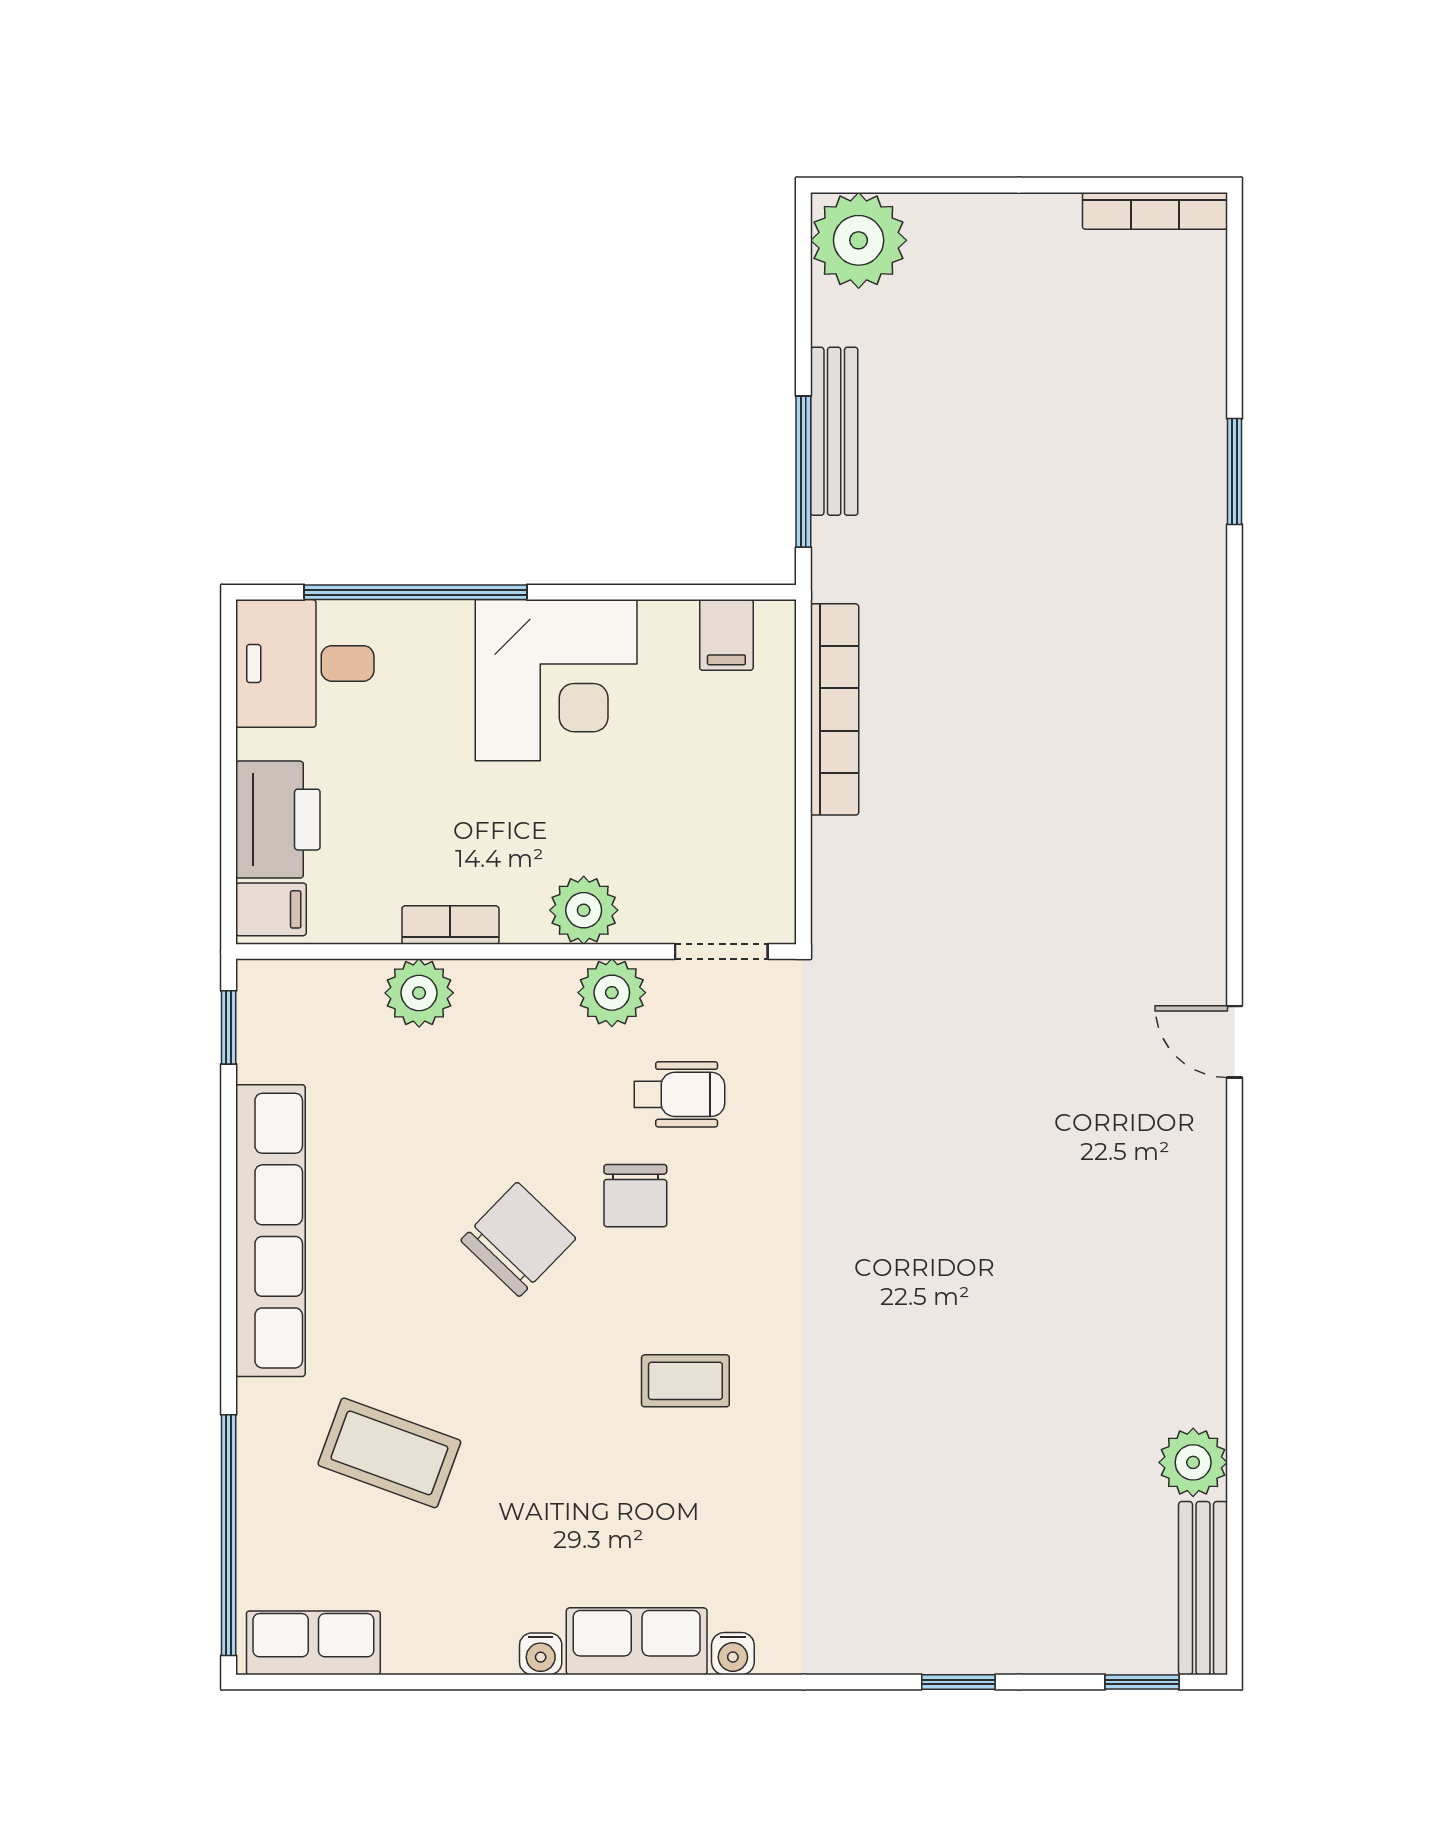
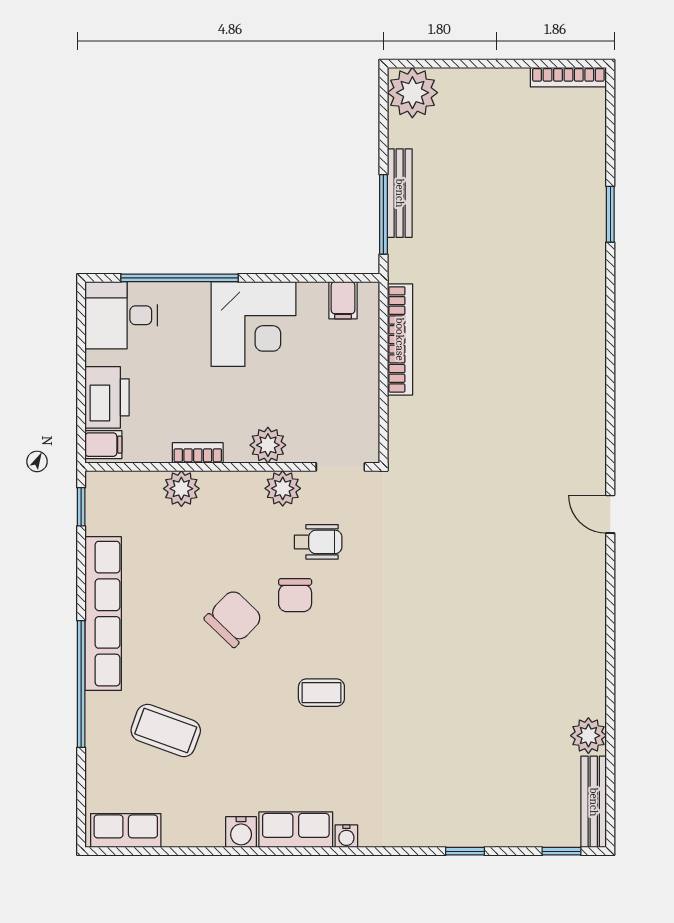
window: (229, 1535) -> (81, 684), moved
water cooler: (541, 1654) -> (241, 832), width x1.38, depth x1.38

